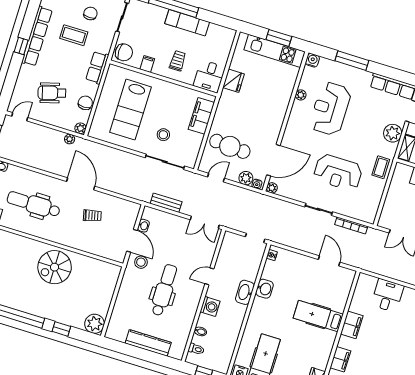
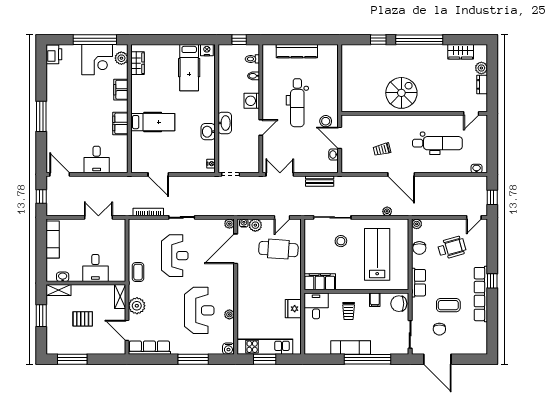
filing cabinet: (201, 116) -> (320, 282), moved, turned -90
plant: (70, 139) -> (387, 211), moved
reception desk: (338, 172) -> (175, 256), turned 90
plant: (95, 324) -> (350, 53), removed

